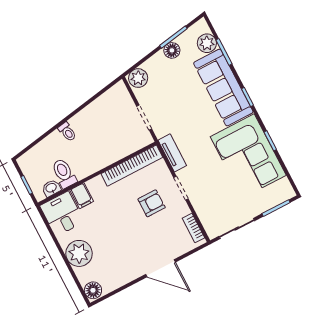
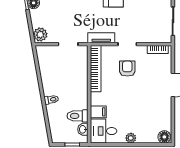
plant: (79, 253) -> (131, 138), width x0.53, depth x0.53

